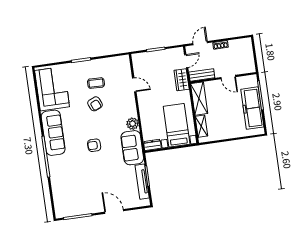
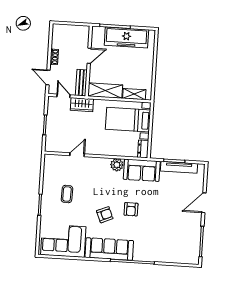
armchair: (95, 104) -> (105, 215), moved

